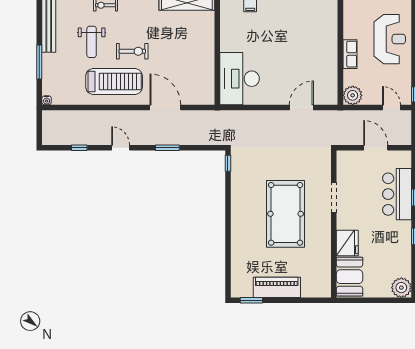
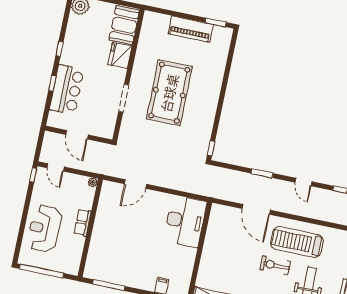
plant: (353, 95) -> (93, 182), width x0.53, depth x0.53

